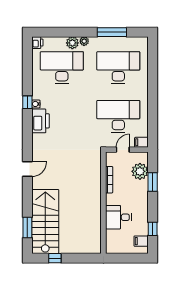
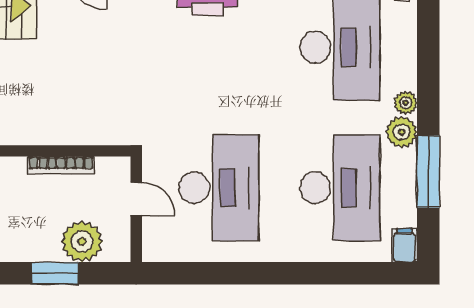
plant: (72, 43) -> (402, 132), moved
filing cabinet: (141, 142) -> (405, 245), moved

